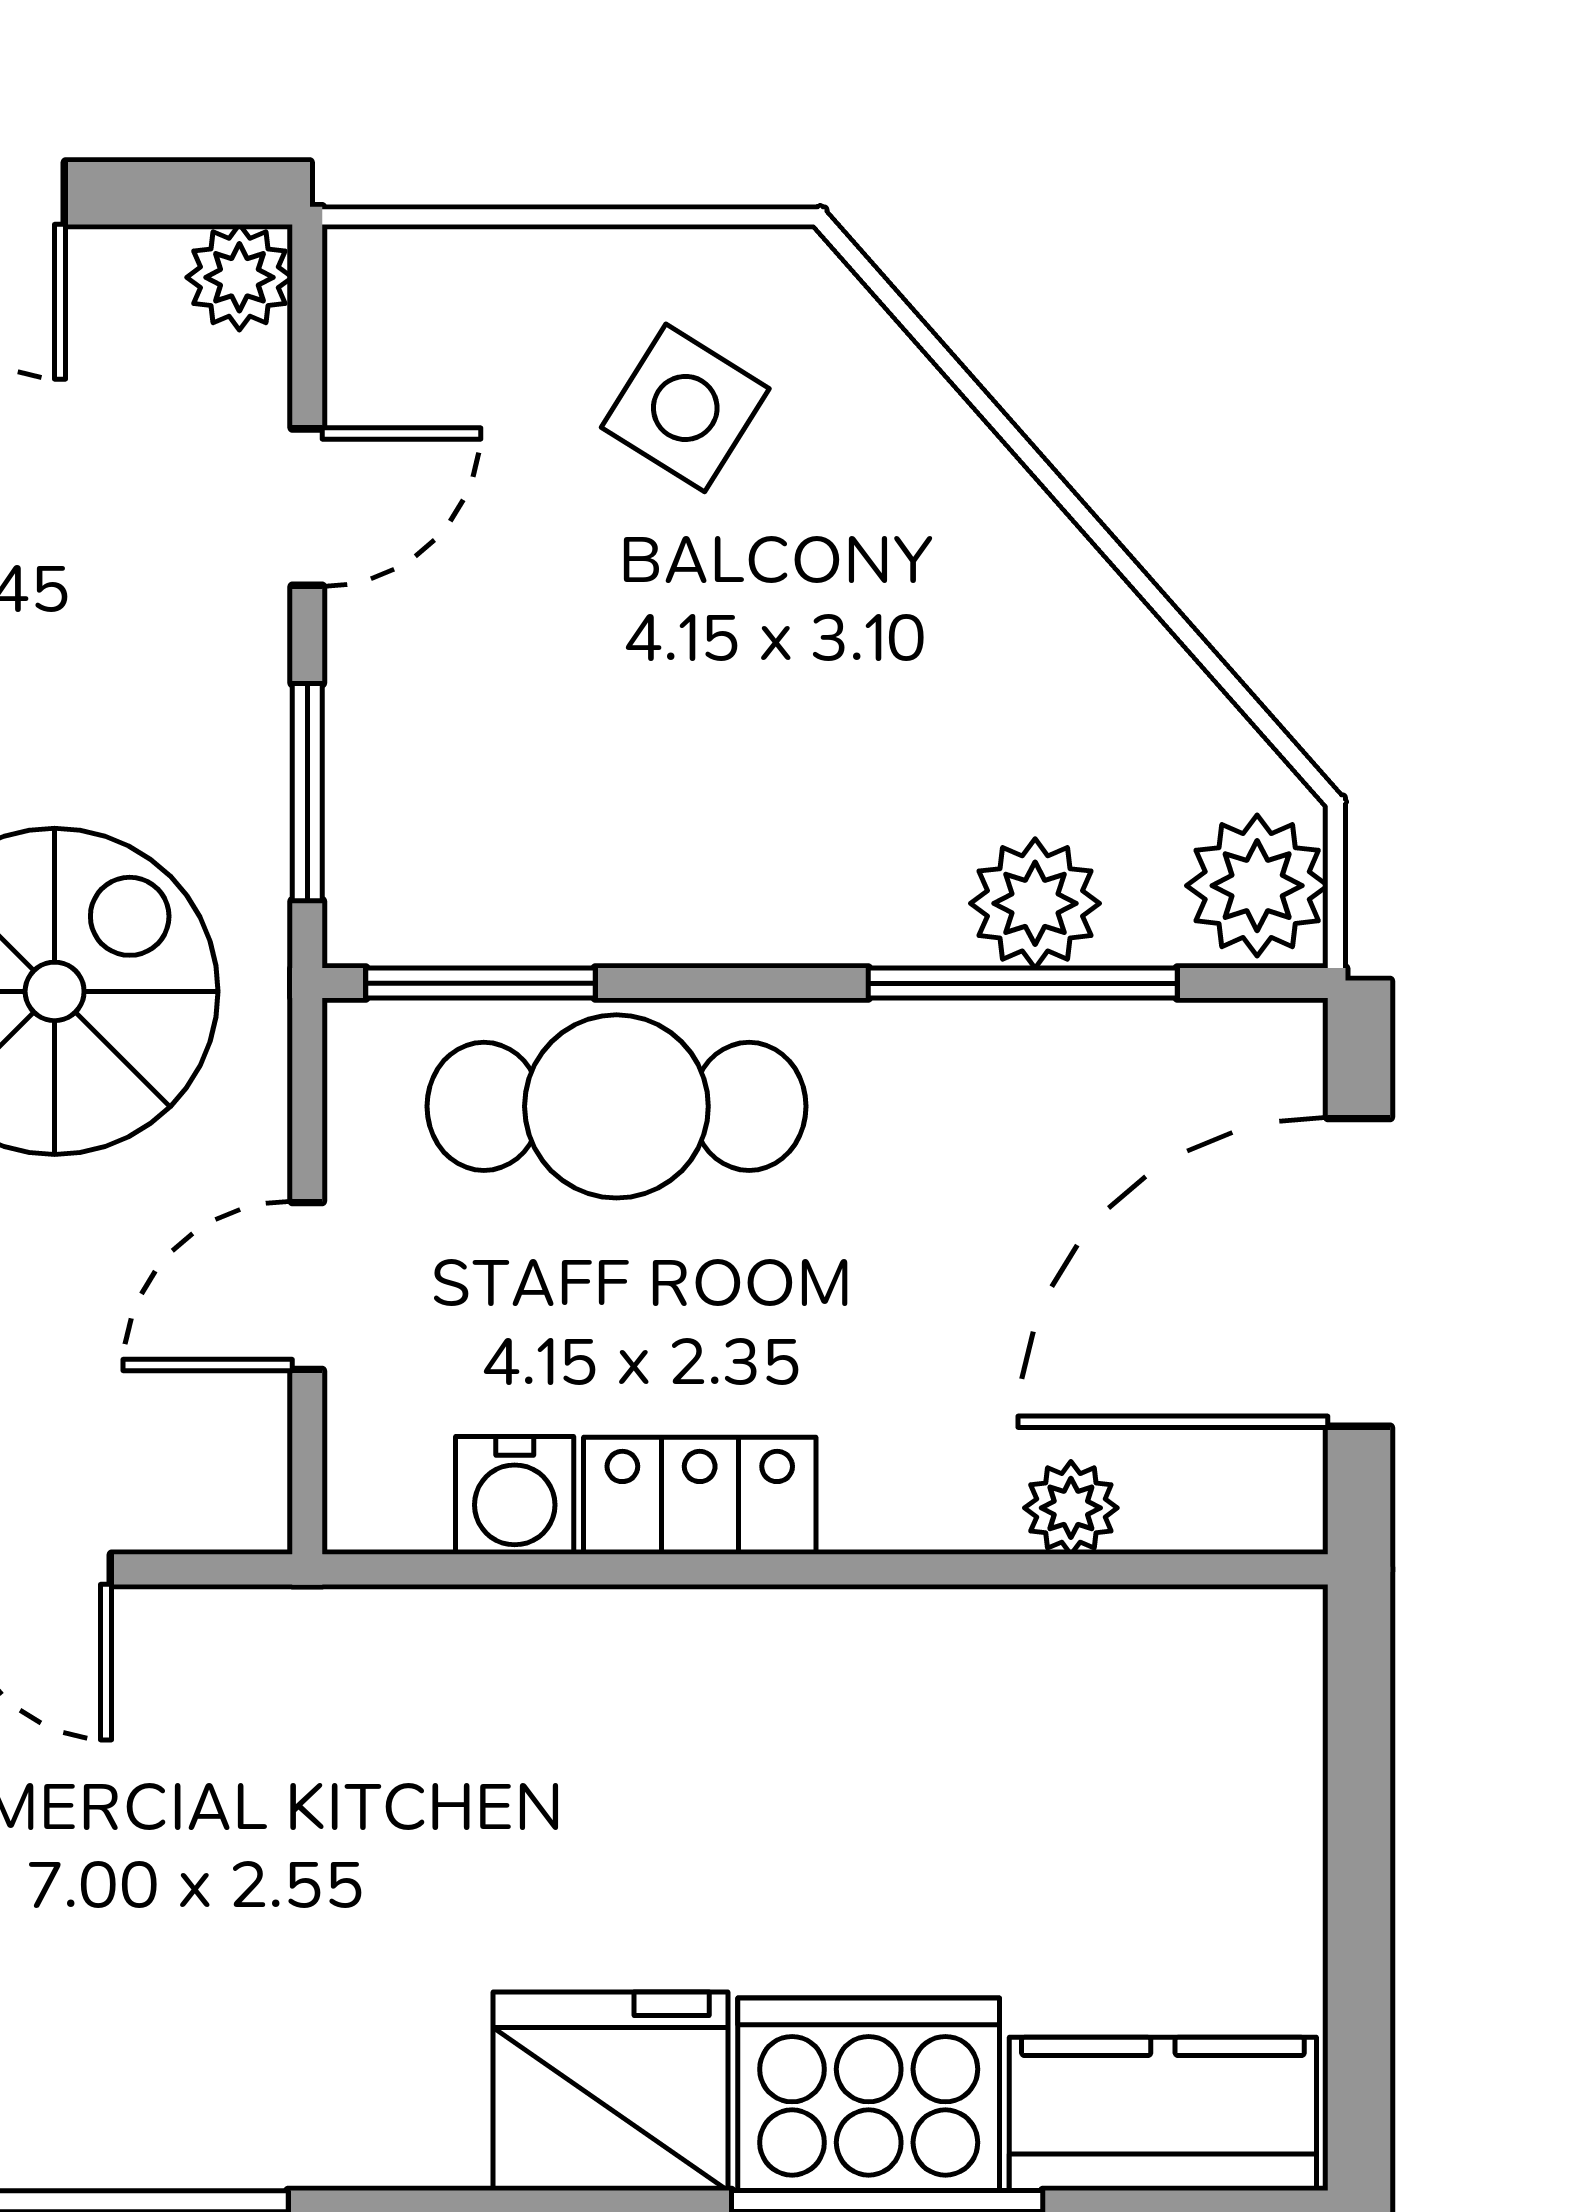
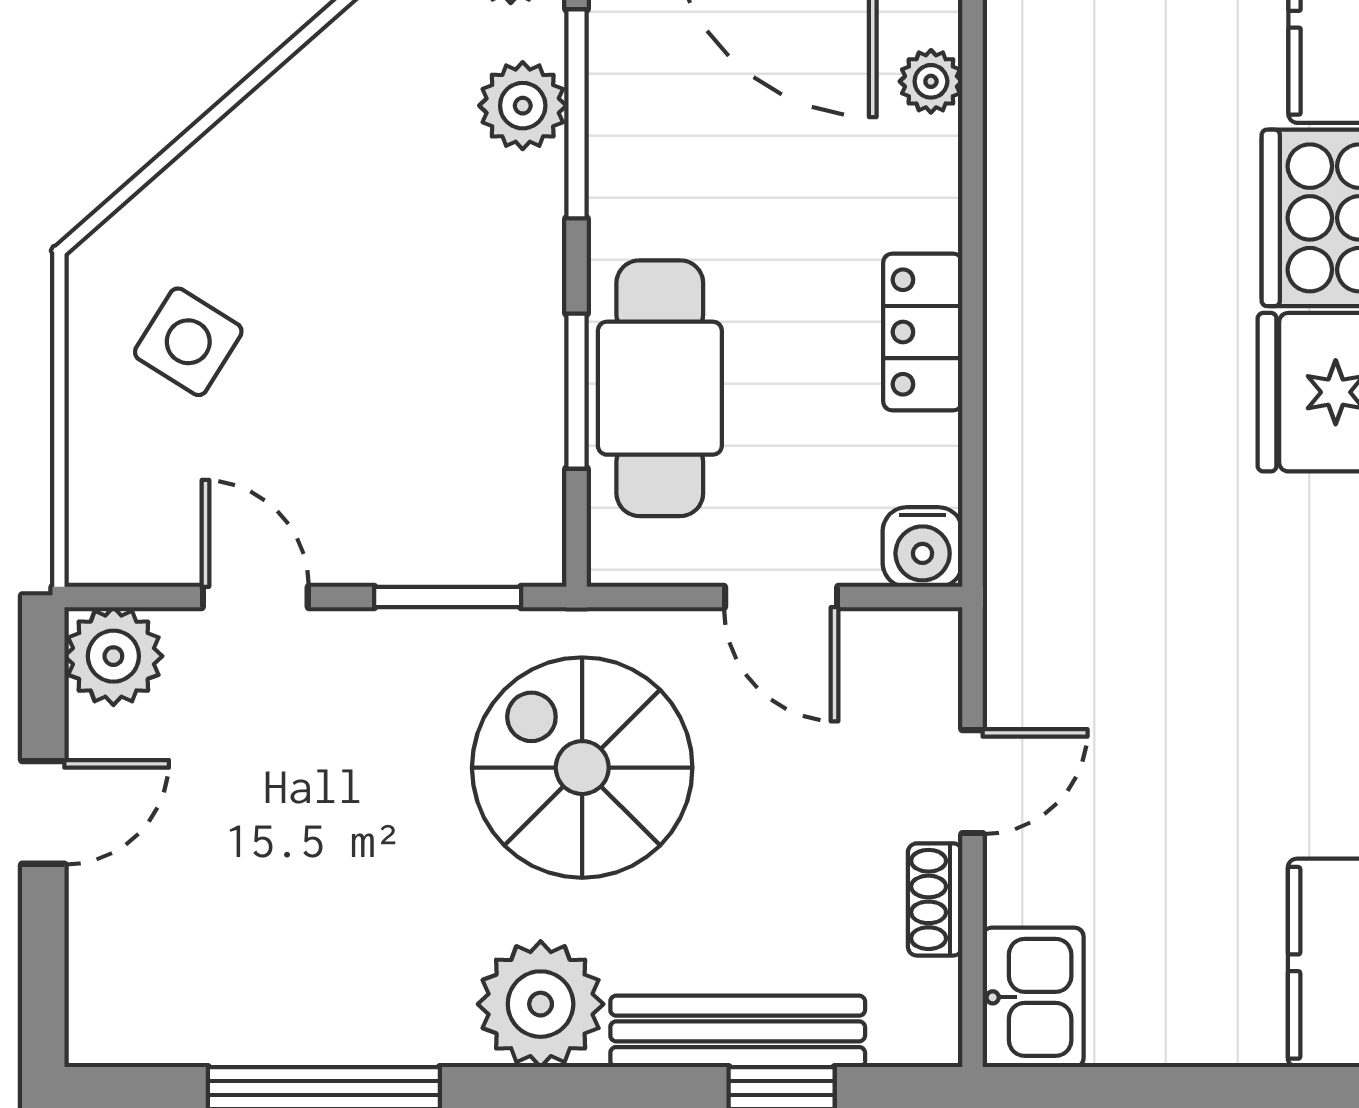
plant: (239, 277) -> (113, 656), width x1.38, depth x1.38
window: (480, 983) -> (577, 391), moved
water cooler: (515, 1495) -> (923, 547), moved, turned 90

